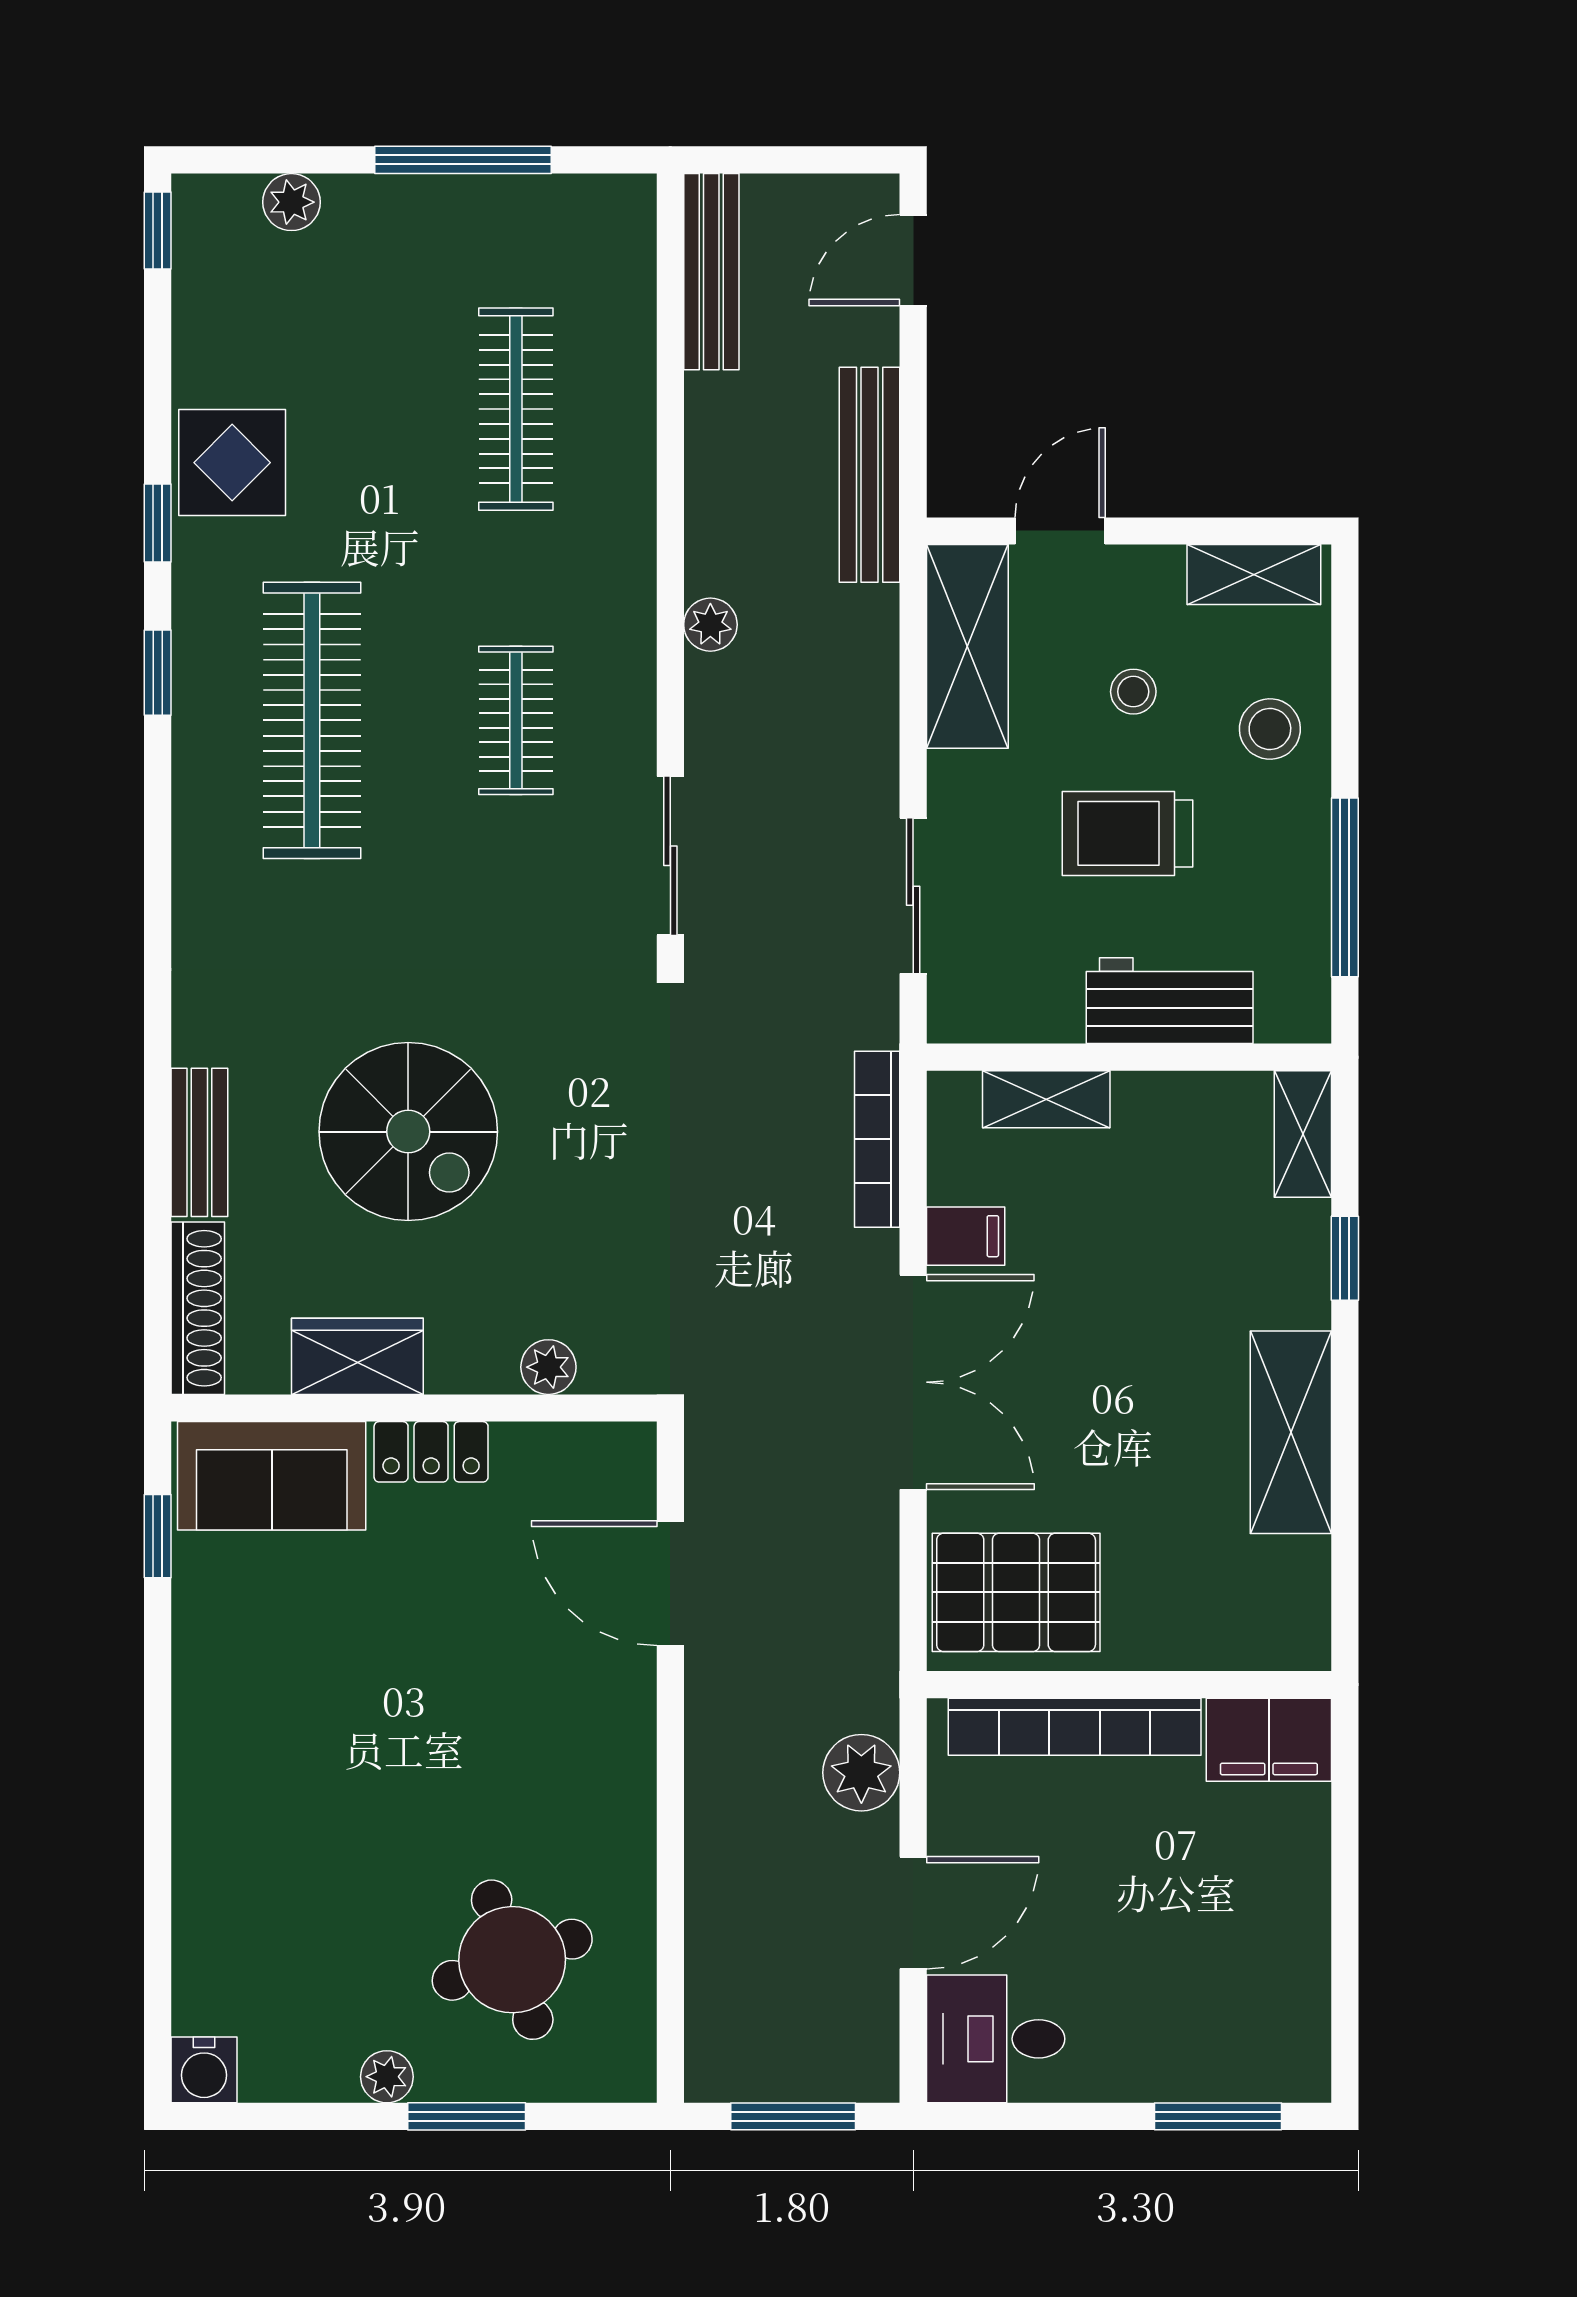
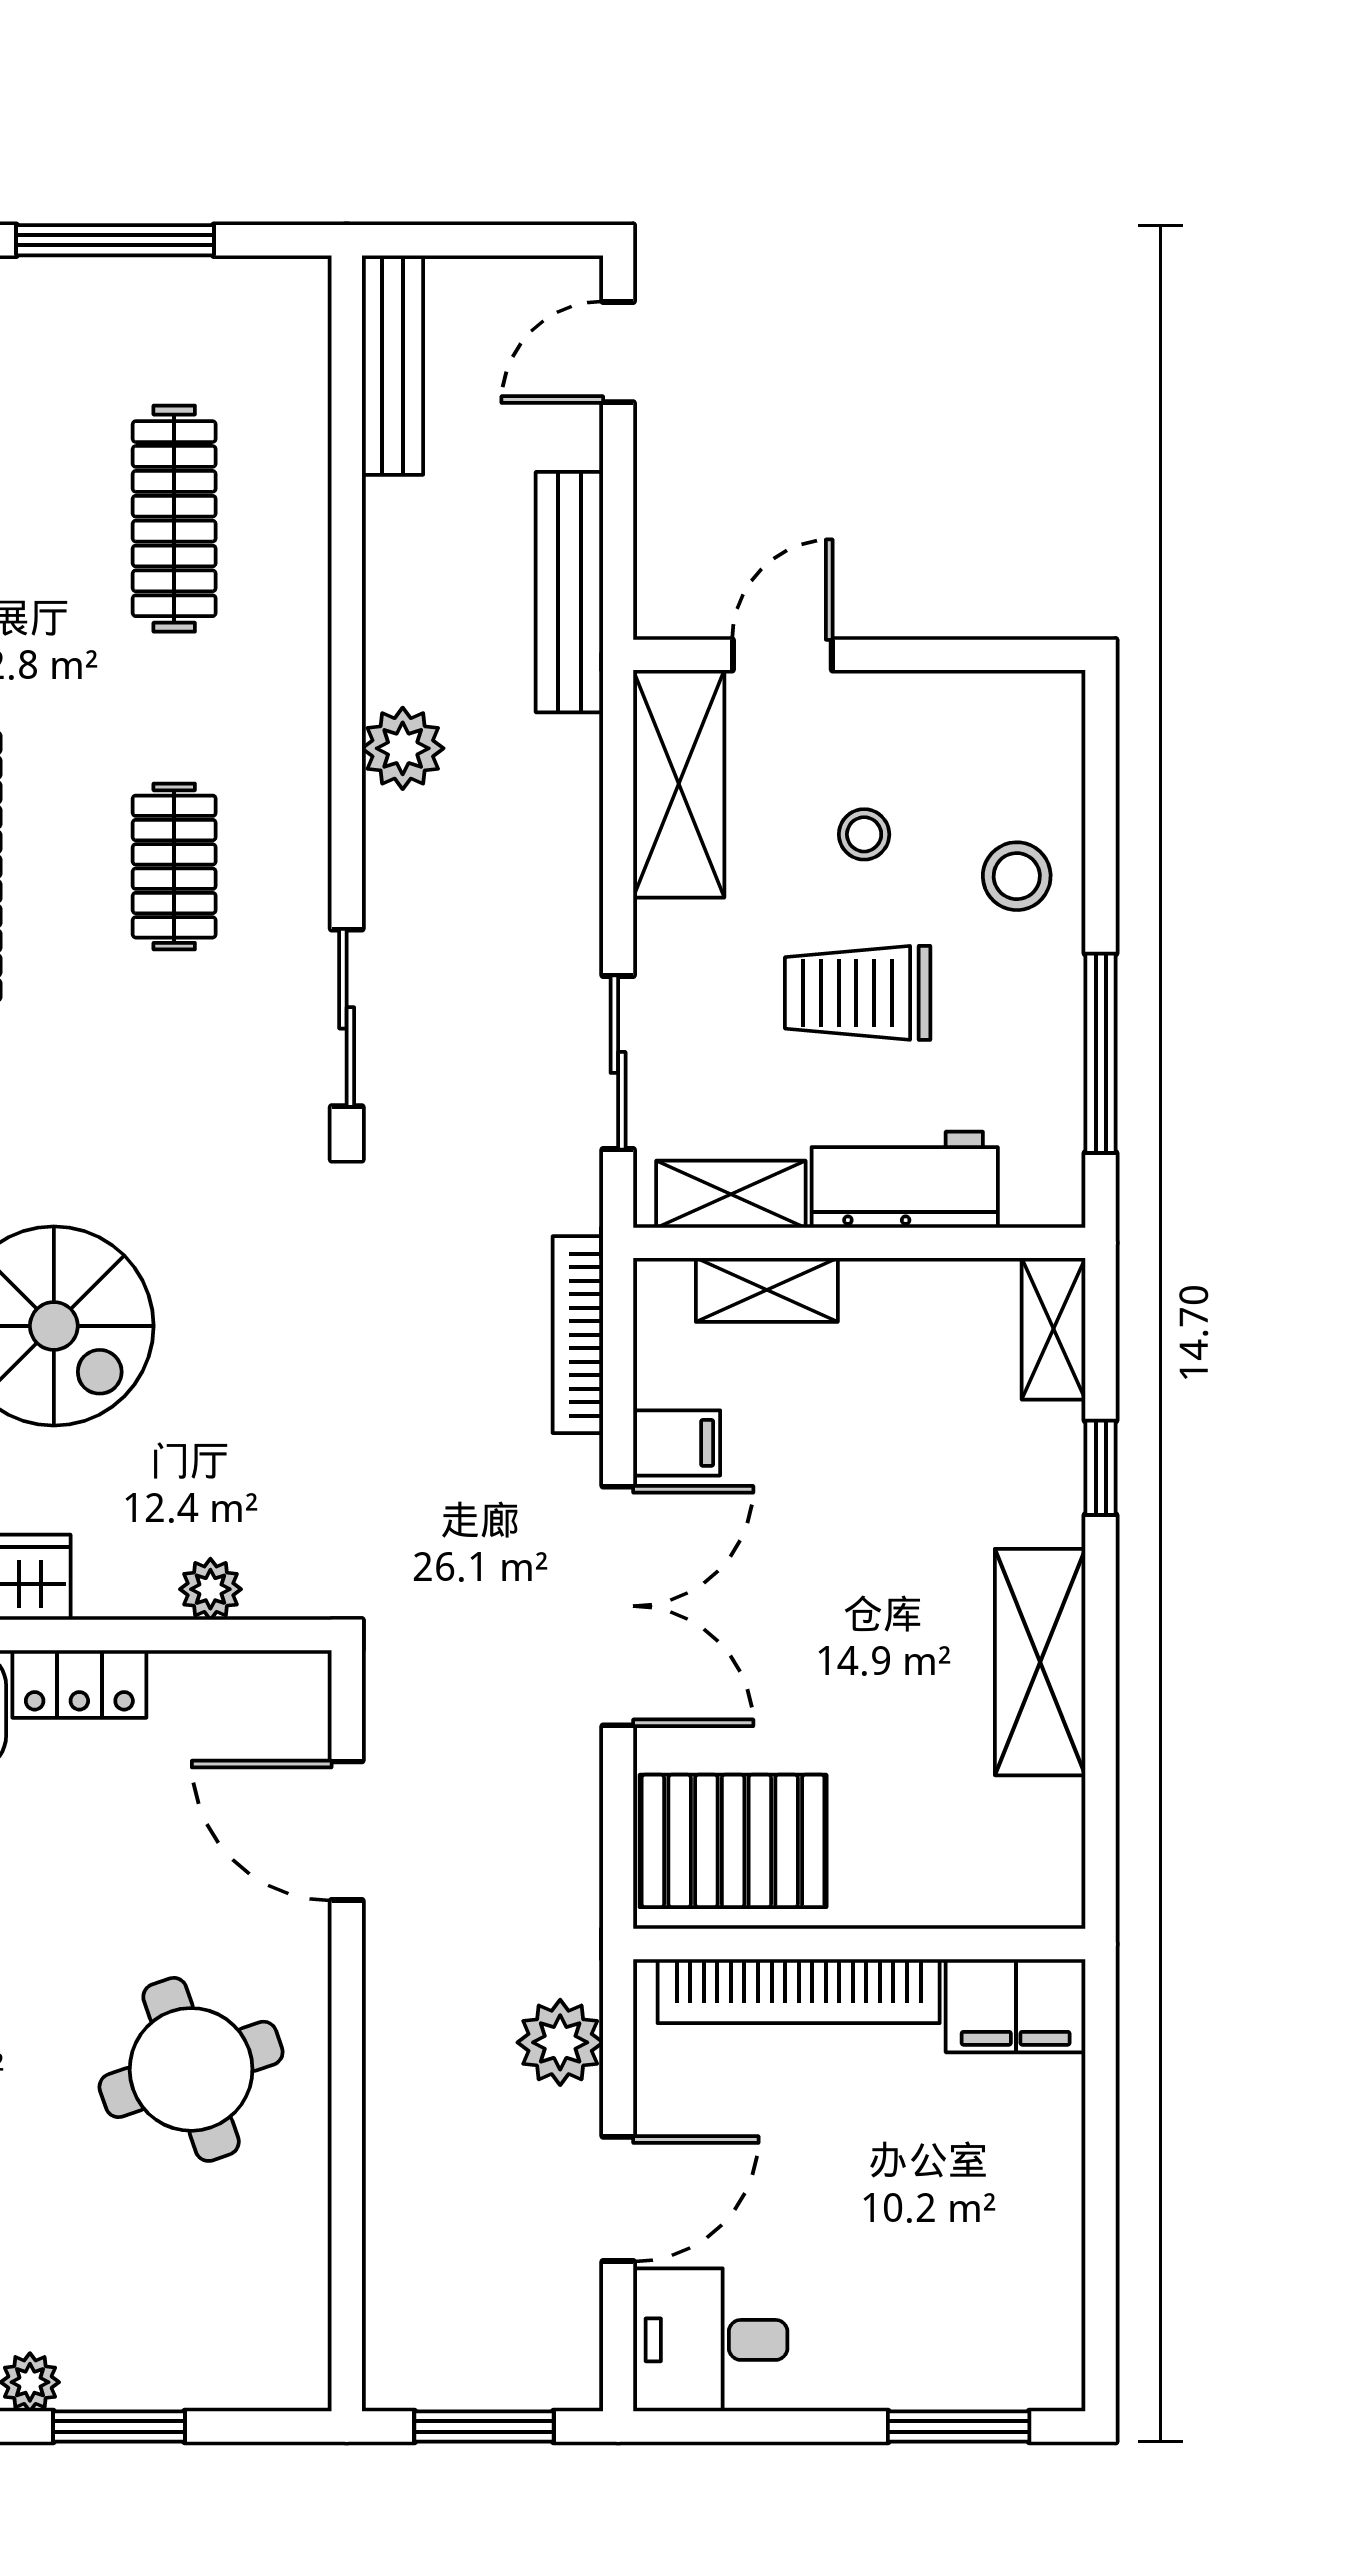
shelving: (1254, 575) -> (731, 1194), moved
plant: (710, 625) -> (403, 748), width x1.38, depth x1.38
round table: (512, 1960) -> (191, 2069), moved

